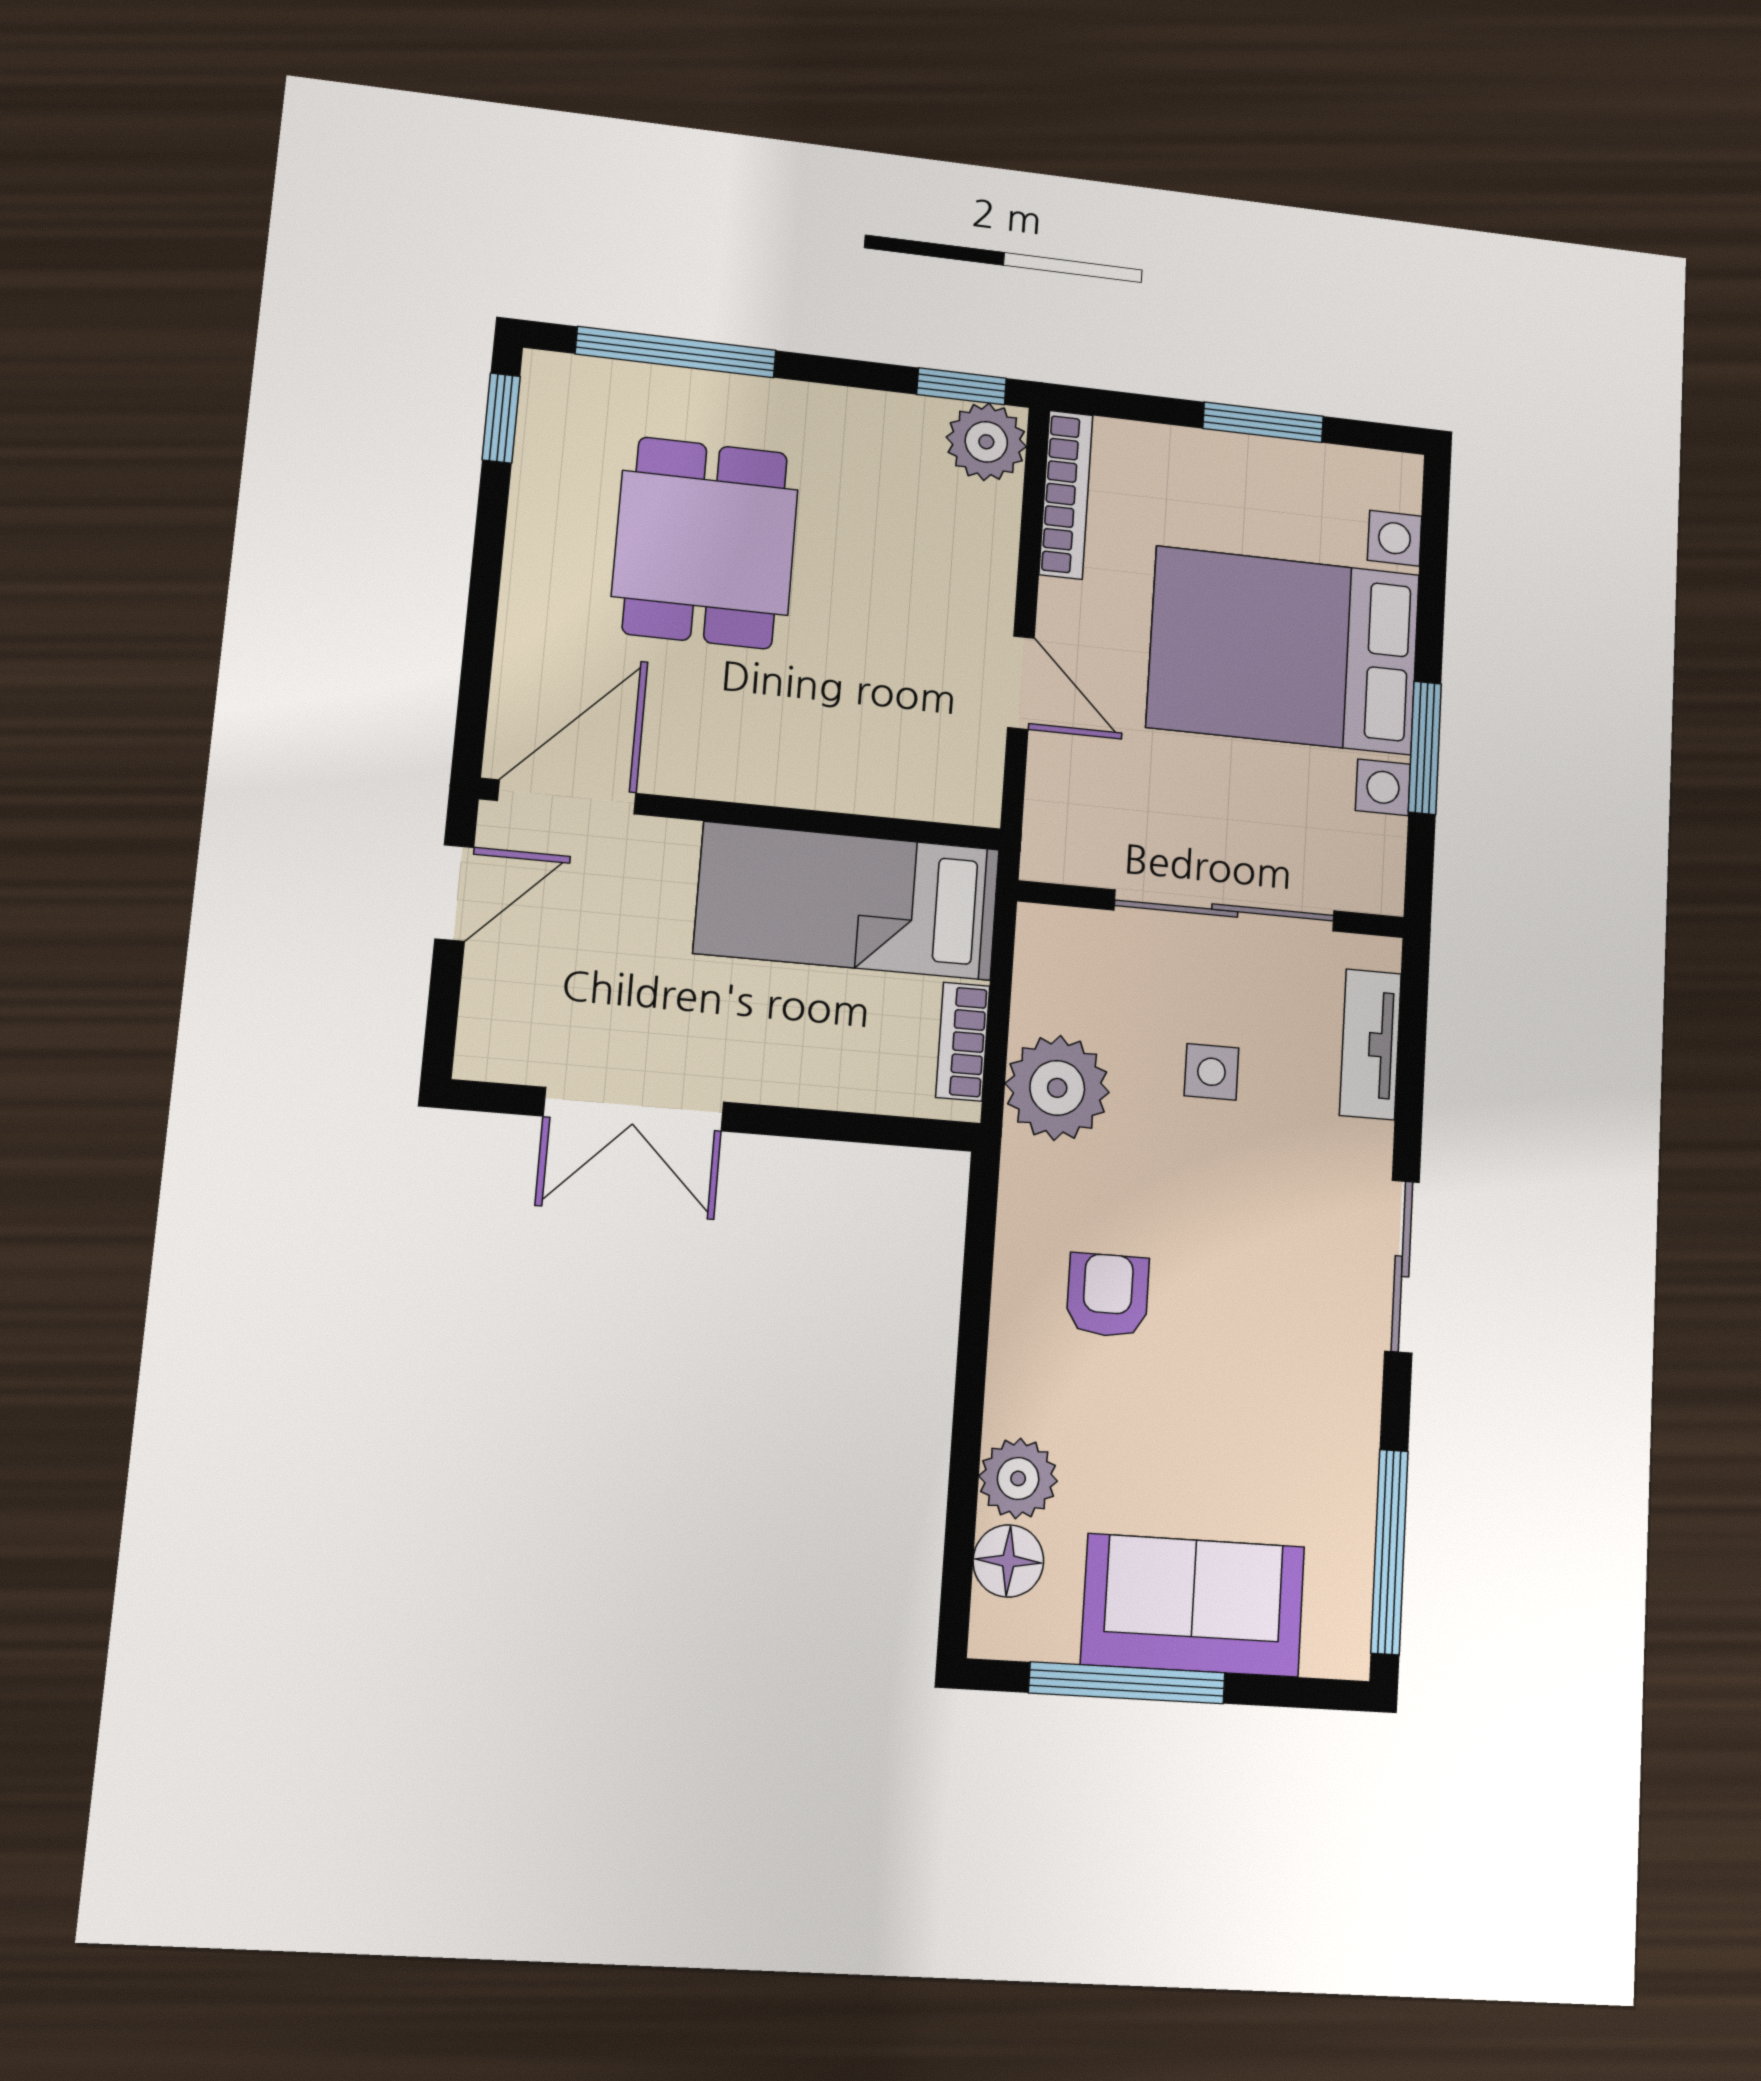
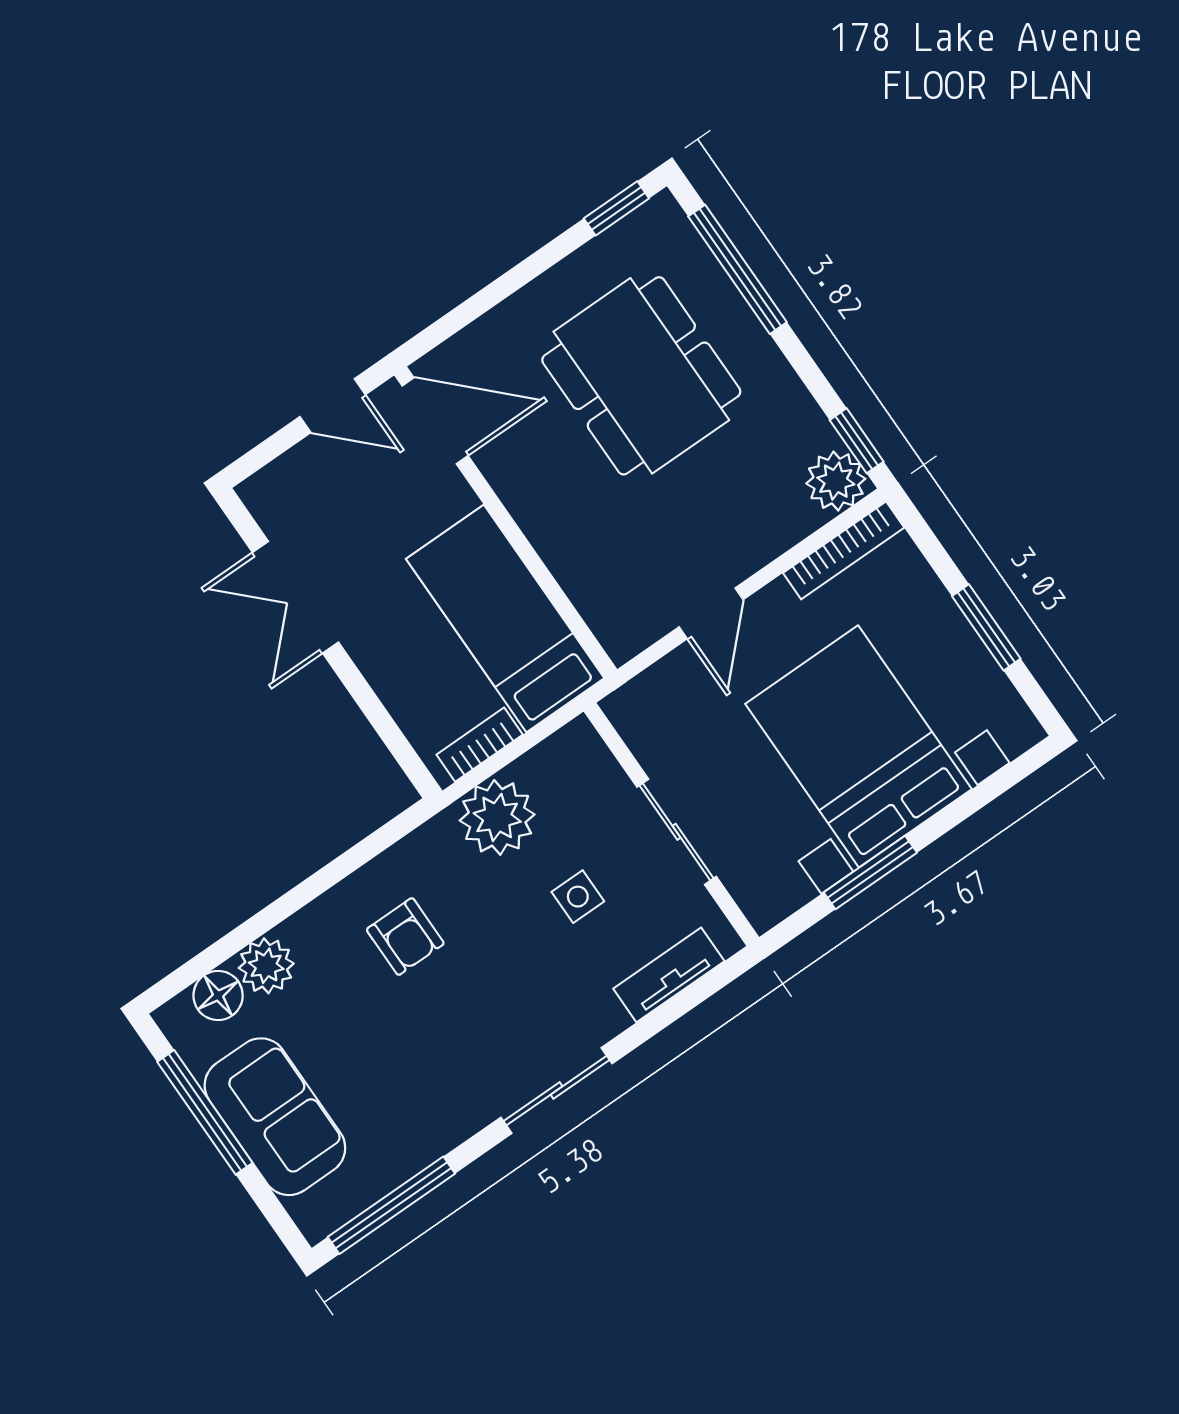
dining table: (705, 543) -> (641, 376), width x1.38
sliding door: (1225, 910) -> (677, 832), width x0.73
armchair: (1108, 1295) -> (405, 936), turned 90

